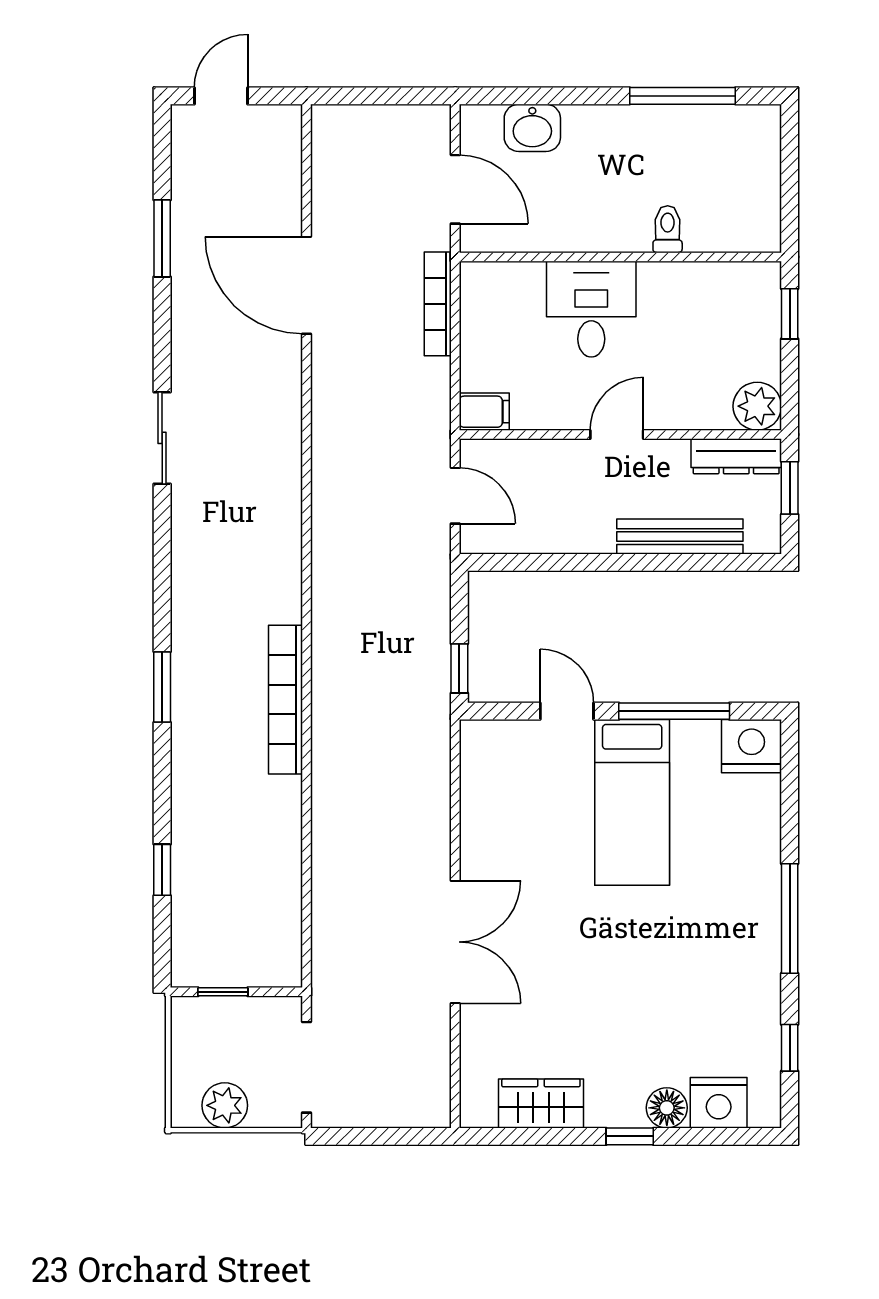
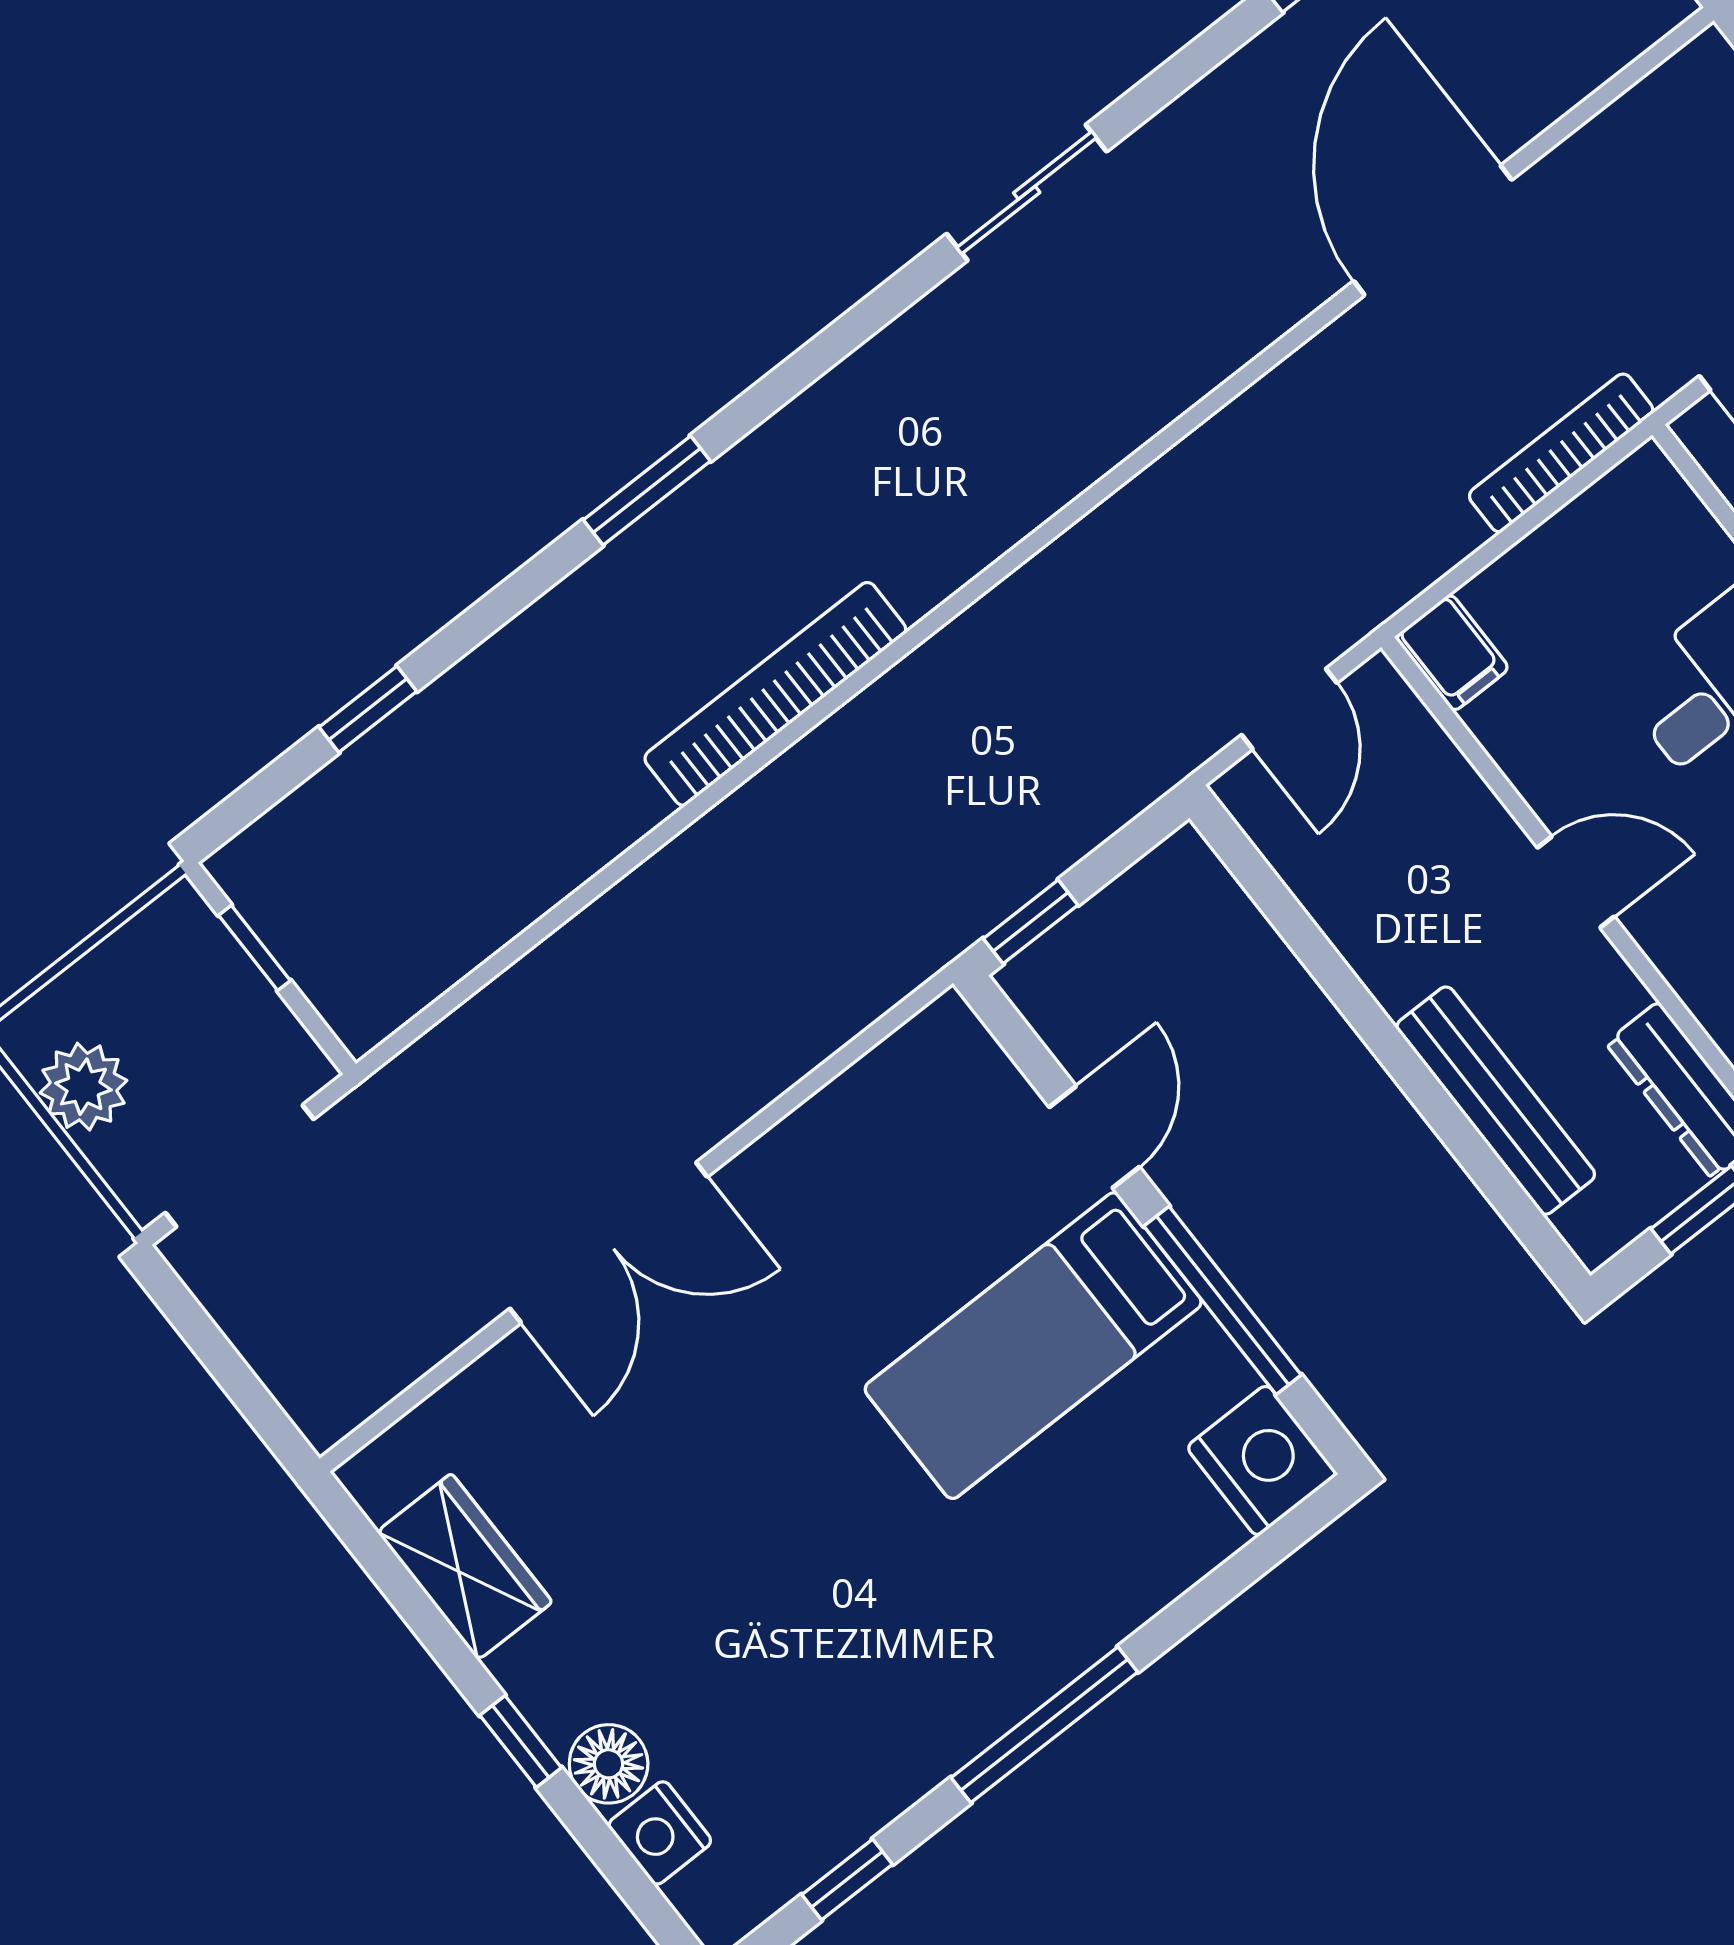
nightstand: (719, 1103) -> (660, 1833), width x0.74, depth x0.75

